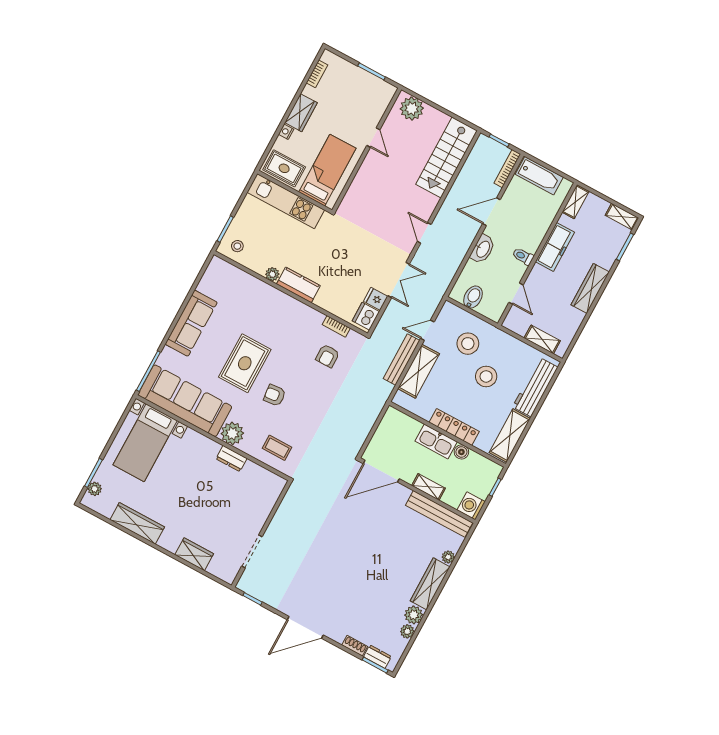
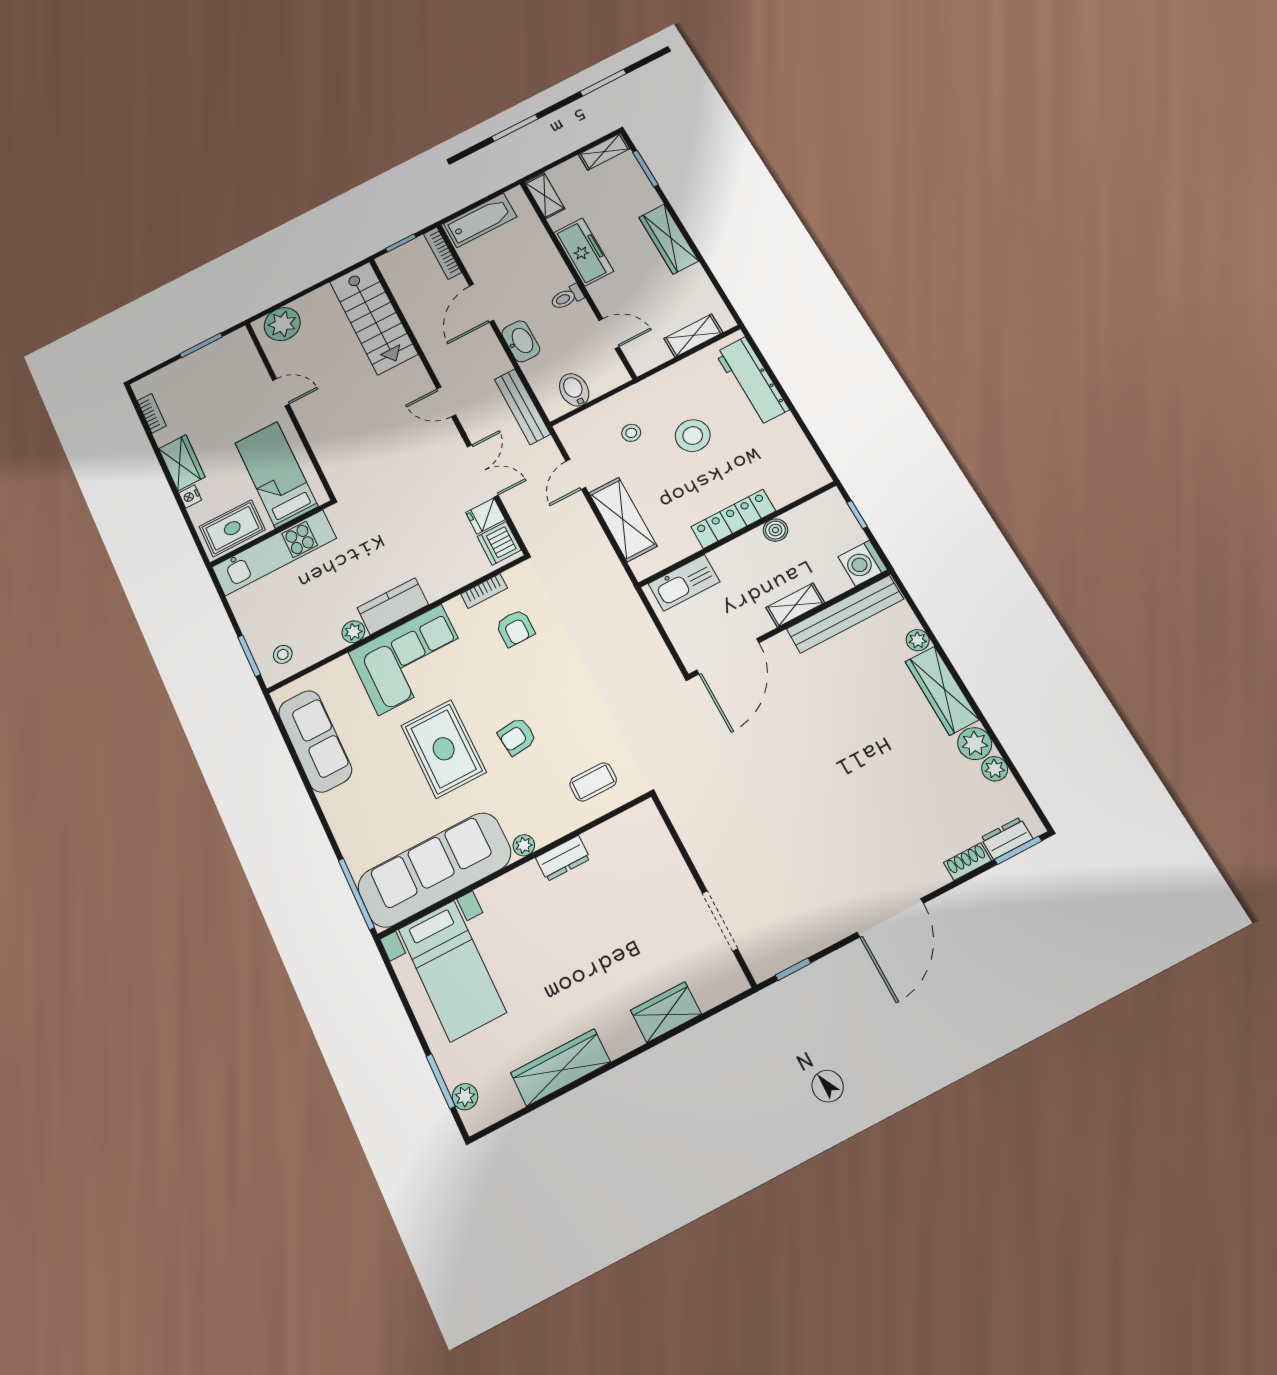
corner sofa: (277, 314) -> (410, 660), added
sofa: (191, 323) -> (315, 741), moved
stool: (468, 344) -> (631, 433), width x0.53, depth x0.53
bench: (401, 360) -> (522, 407), moved
plant: (232, 433) -> (524, 845), width x0.53, depth x0.53
shelving: (510, 436) -> (796, 452), removed
kitchen sink: (436, 441) -> (684, 583), moved

